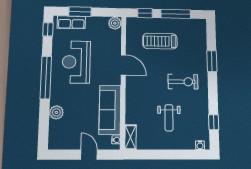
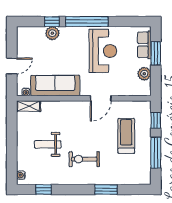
plant: (115, 23) -> (144, 74), moved
window: (48, 29) -> (52, 22), moved
reception desk: (76, 62) -> (103, 51), turned 90
exercise bike: (183, 82) -> (84, 159), turned 90

